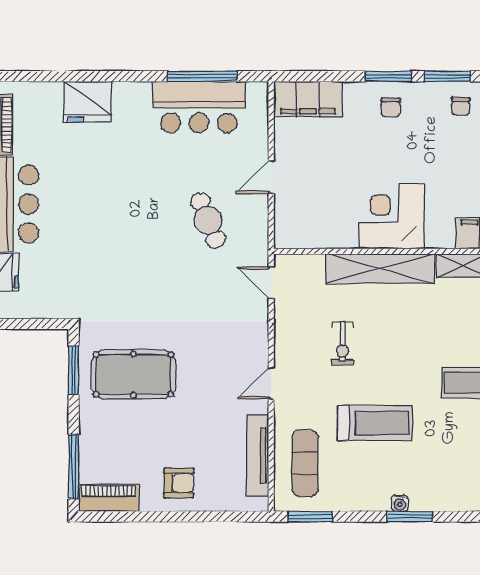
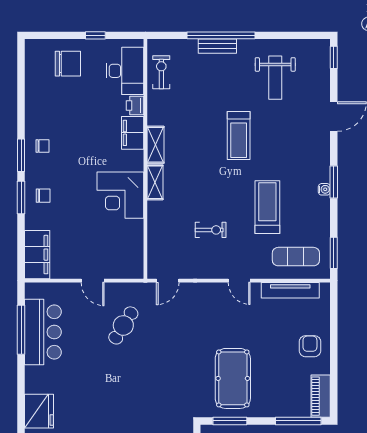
cafe table: (208, 220) -> (123, 325), turned -36
shelving: (380, 269) -> (155, 182), width x0.45, depth x0.75

